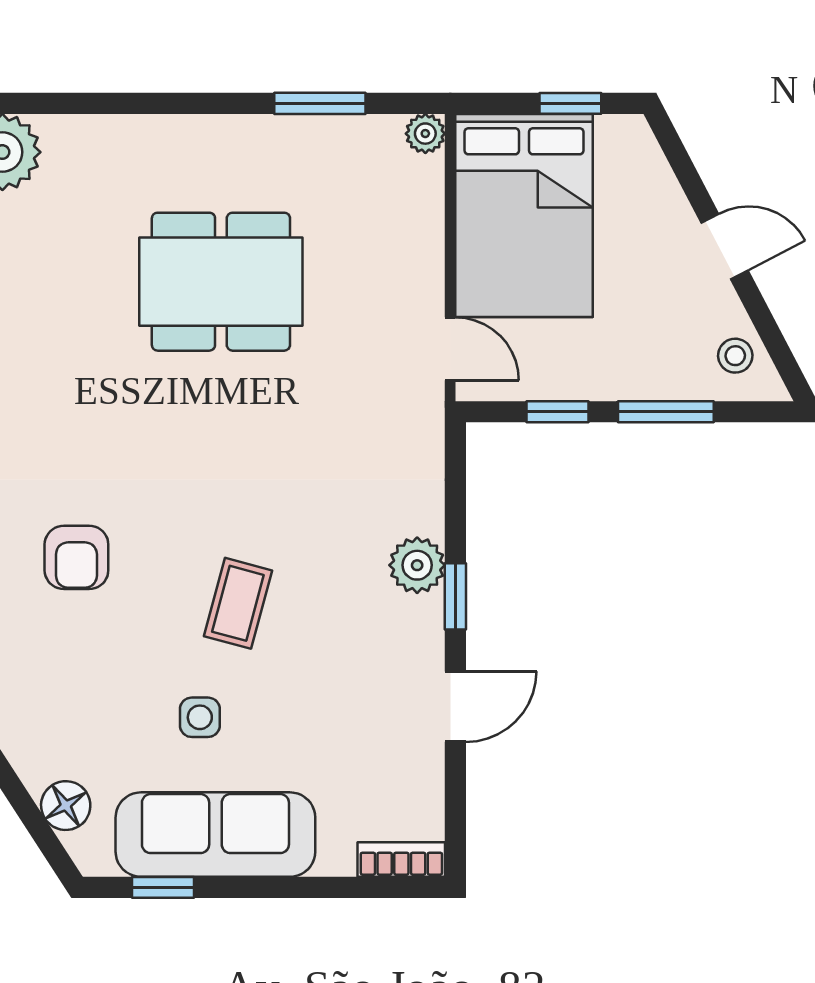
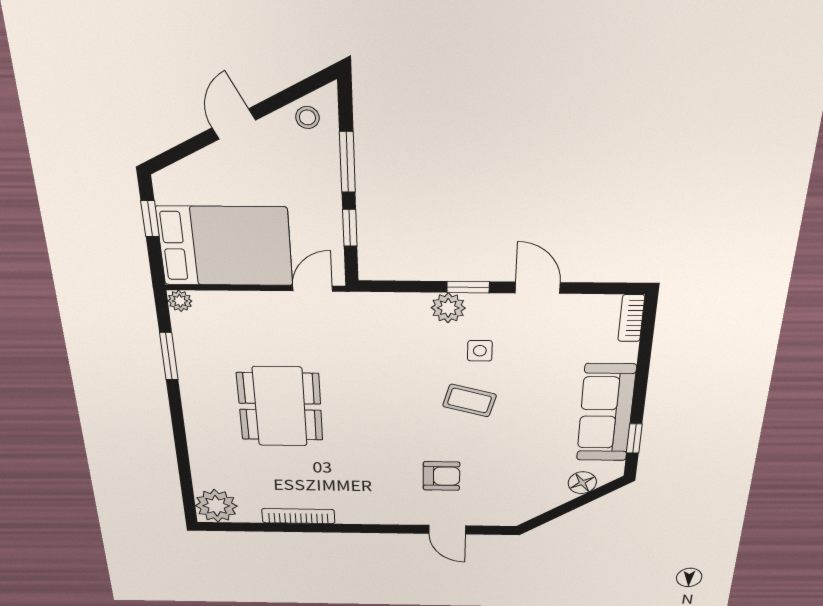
side table: (200, 717) -> (480, 351), moved

